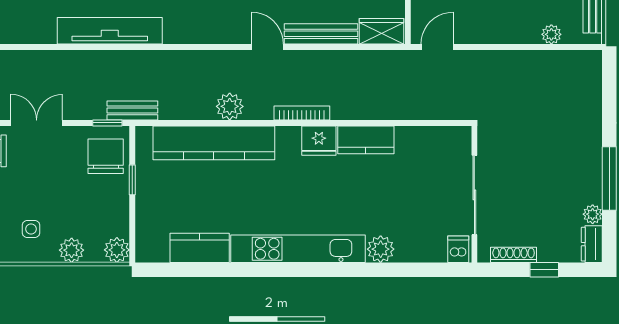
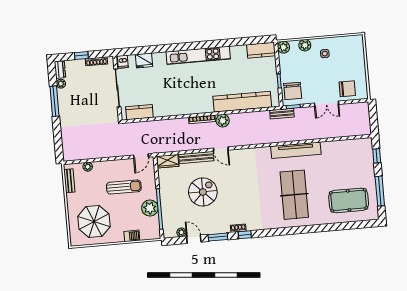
plant: (230, 106) -> (223, 121), moved
kitchen counter: (366, 140) -> (139, 112), moved
fridge: (319, 141) -> (144, 60), moved, turned 180
kitchen counter: (200, 248) -> (261, 50), moved
plant: (381, 249) -> (159, 59), removed

